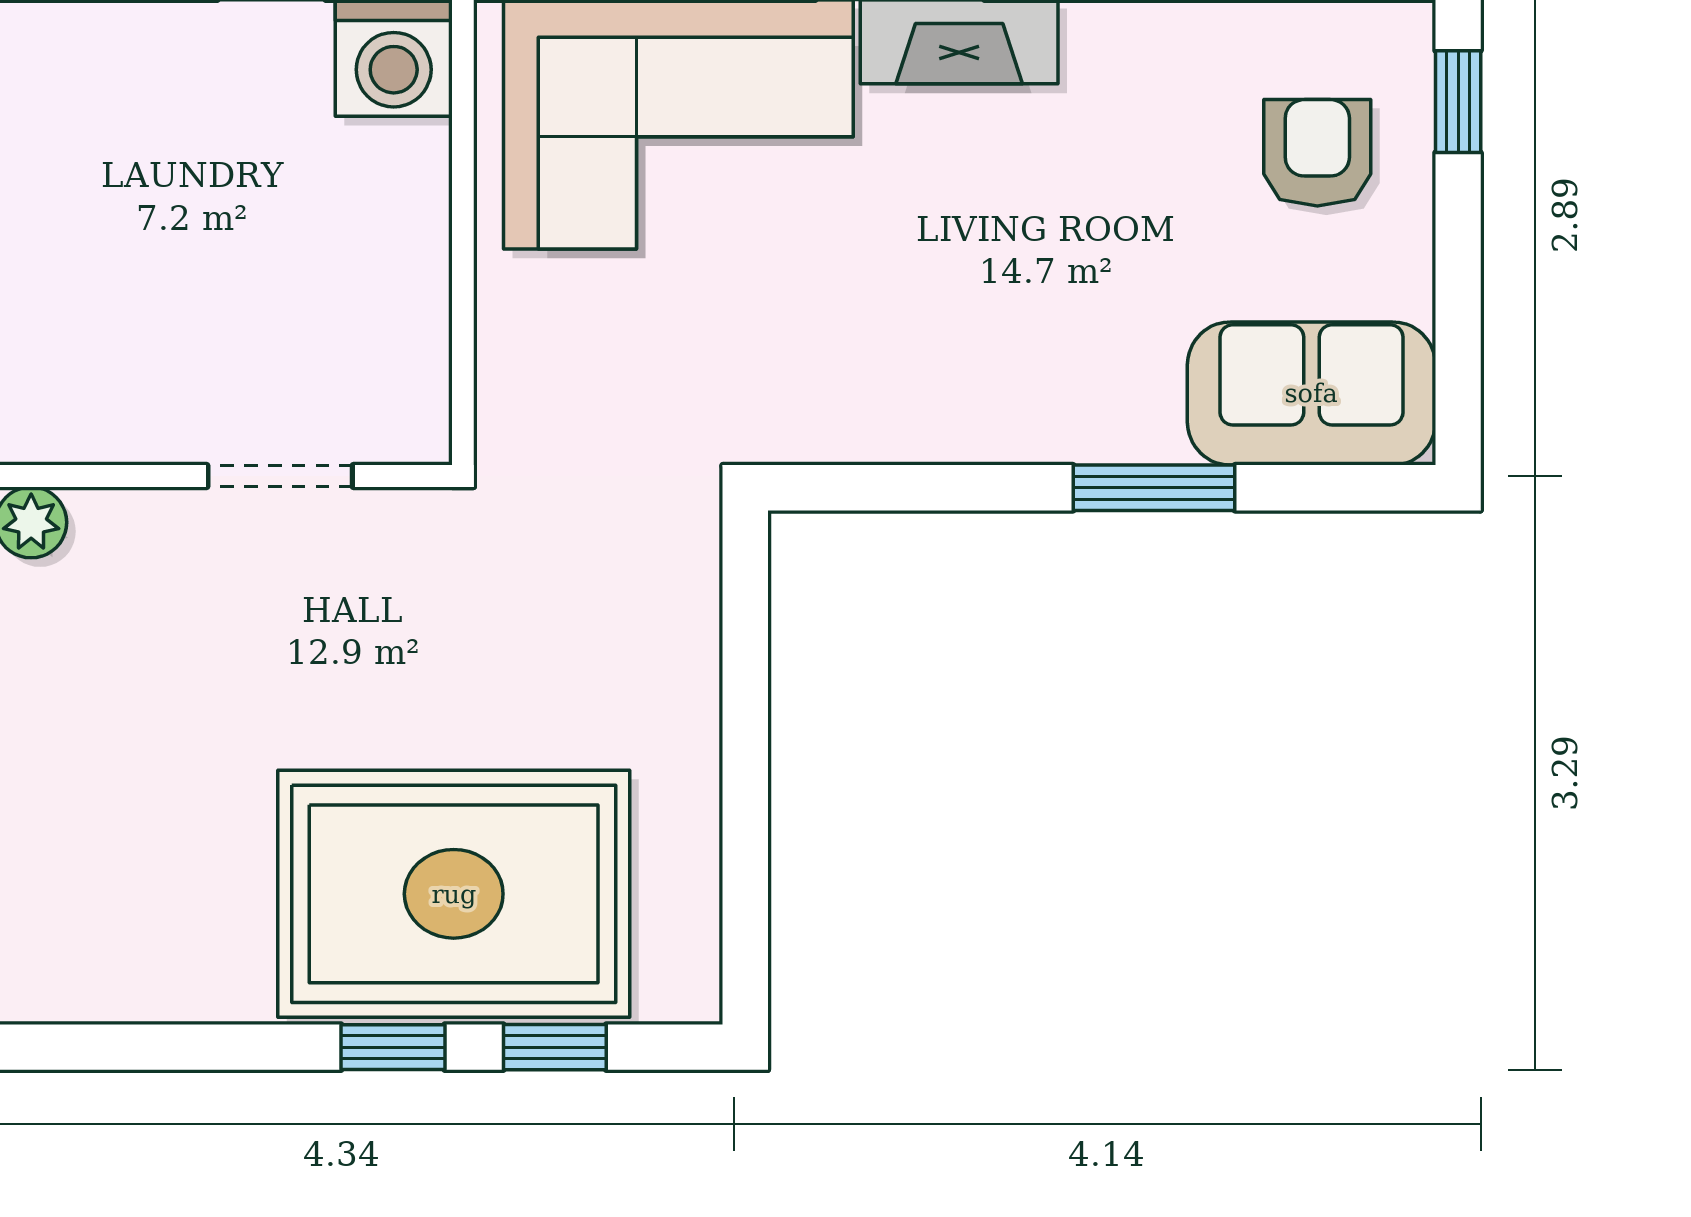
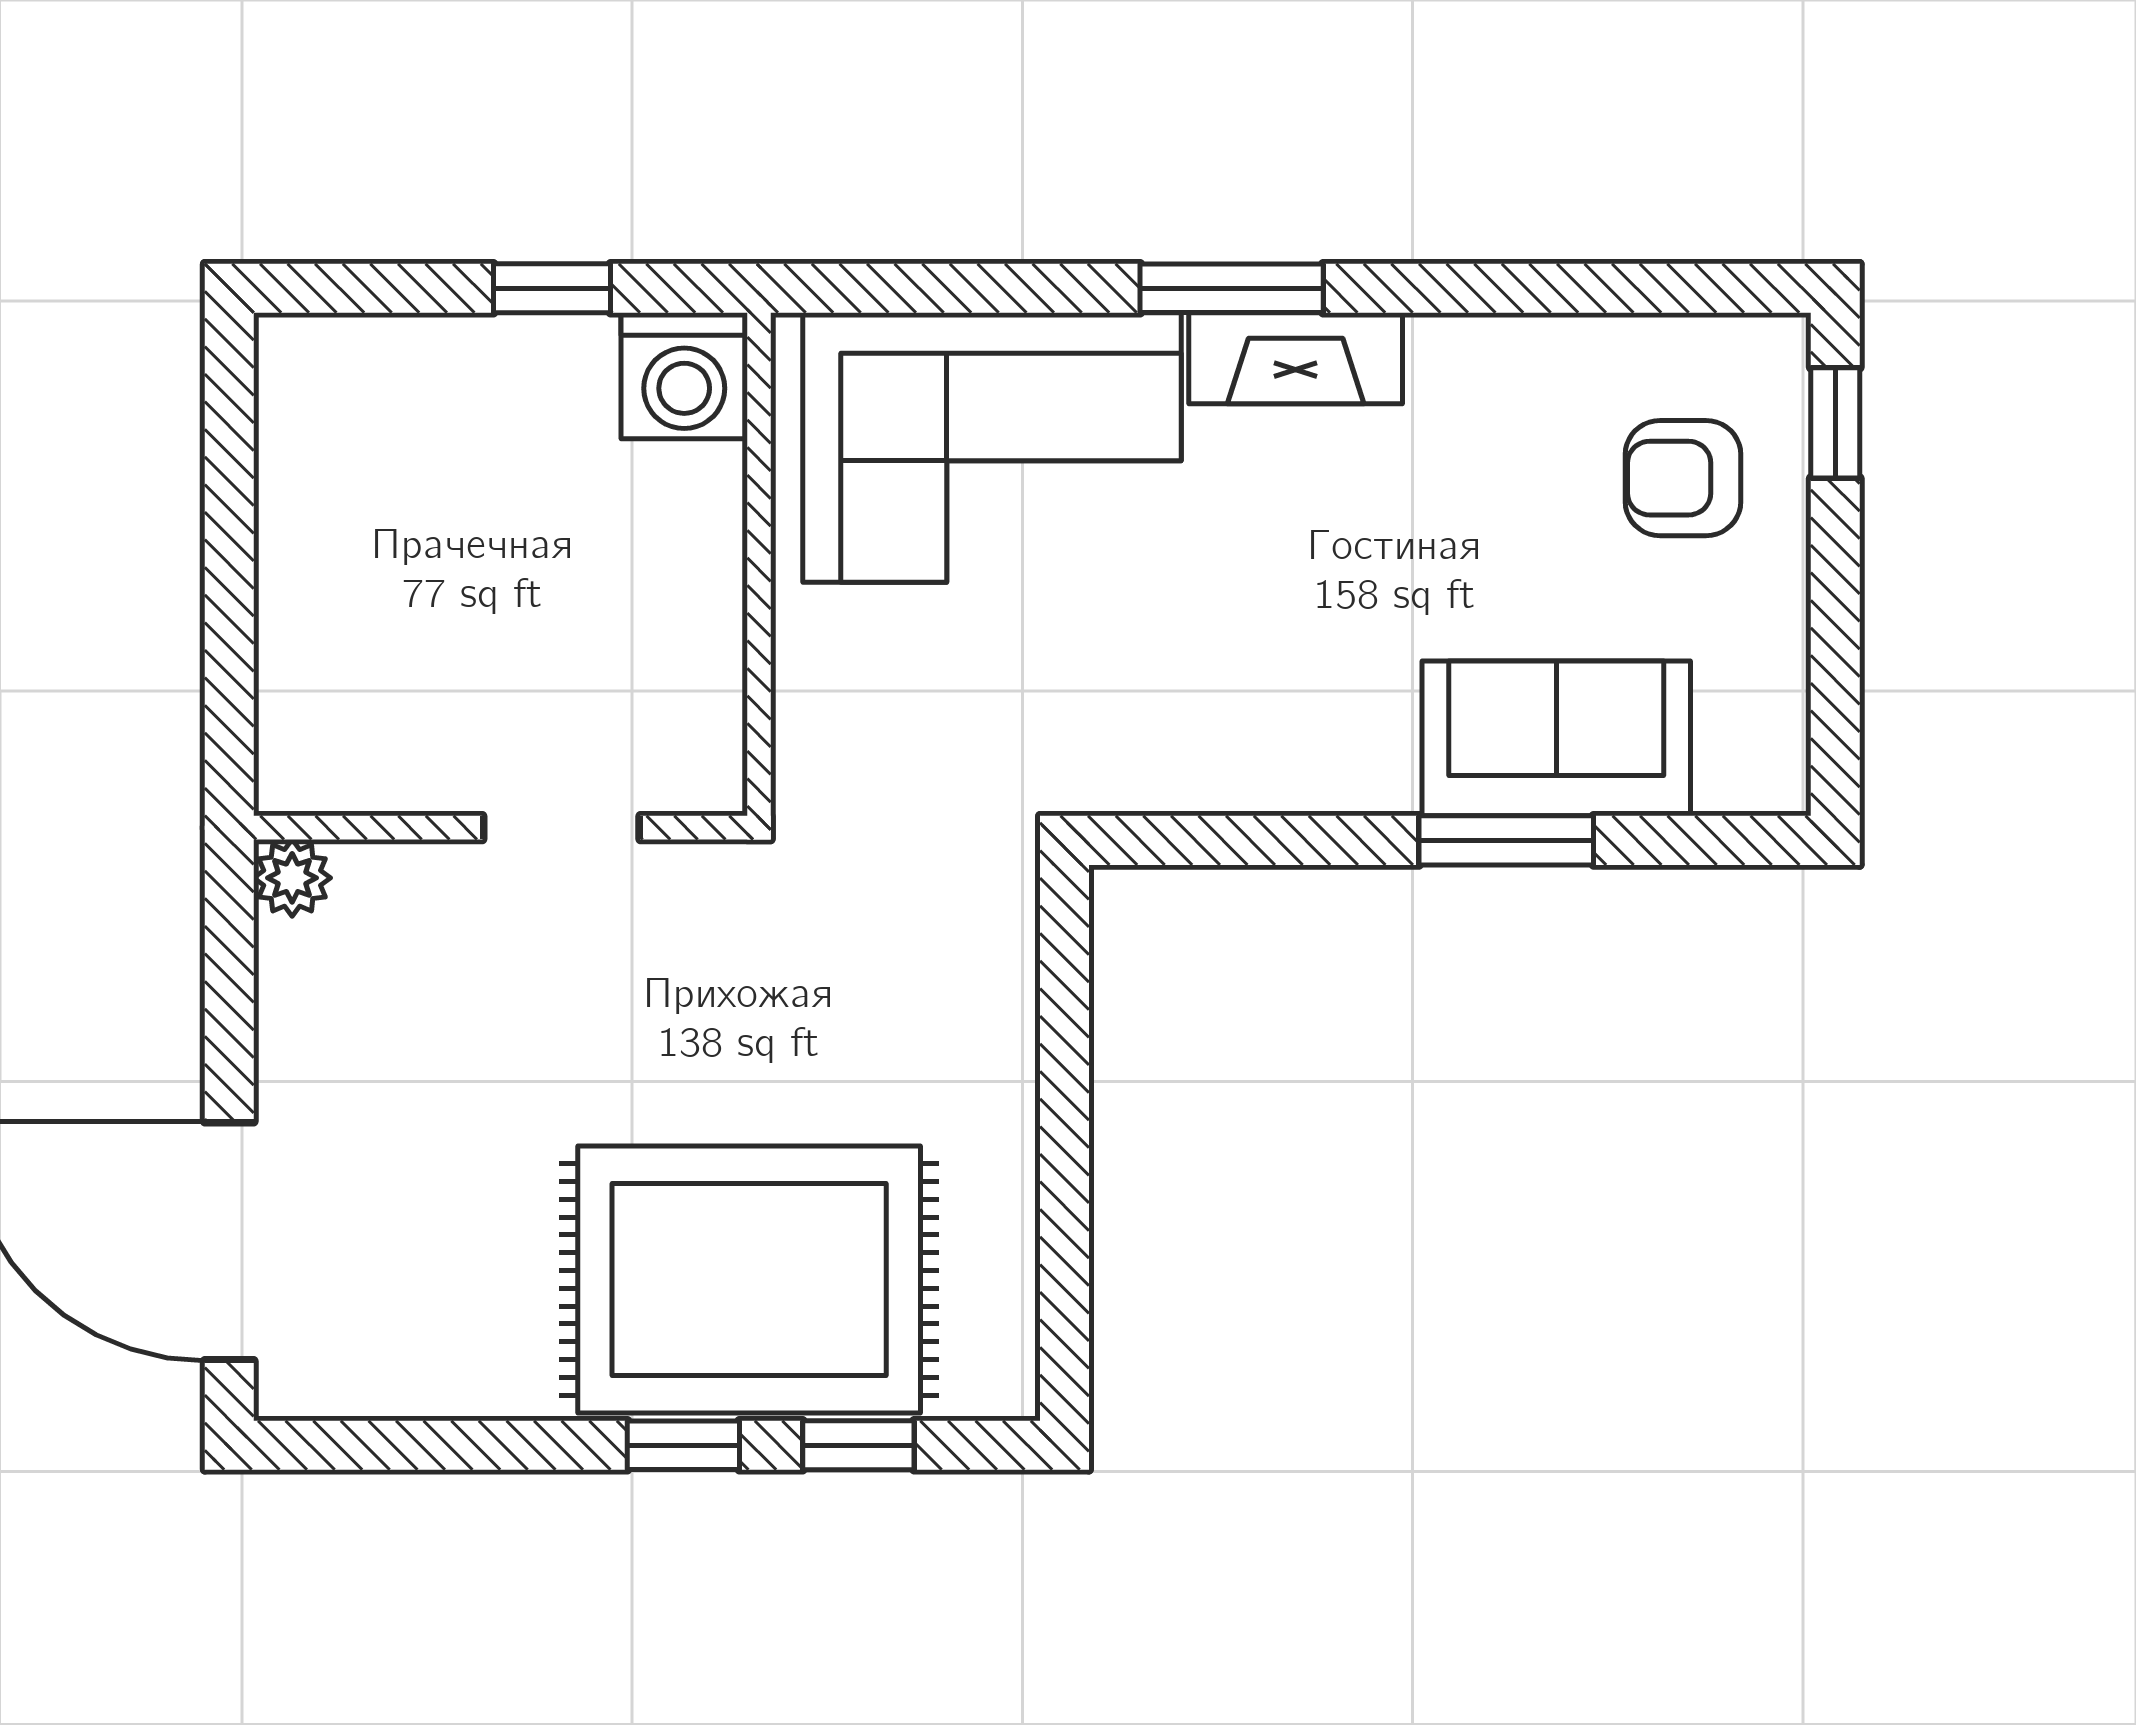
armchair: (1317, 153) -> (1683, 478), turned -90
sofa: (1311, 393) -> (1556, 738), moved

